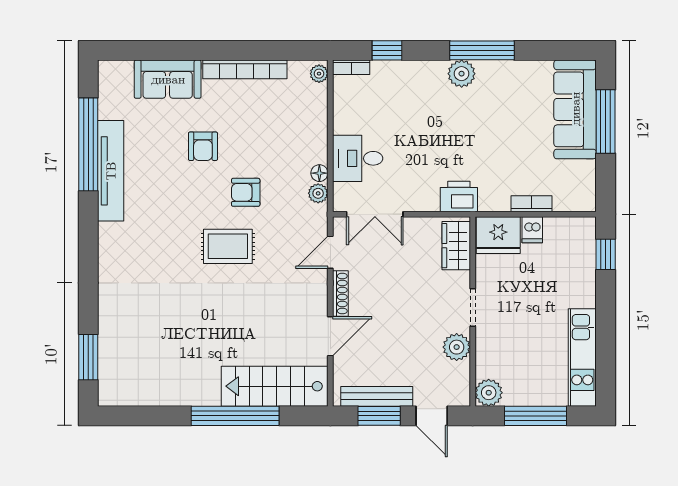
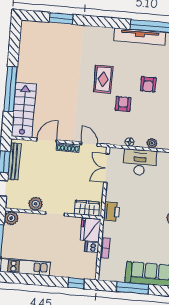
window: (606, 122) -> (132, 288), moved
armchair: (203, 146) -> (148, 84), turned -90
desk: (358, 158) -> (140, 162), width x1.37
plant: (318, 193) -> (152, 143), moved
rug: (228, 246) -> (103, 79), moved
door: (330, 336) -> (47, 140), swing flipped
window: (88, 357) -> (61, 18), moved

